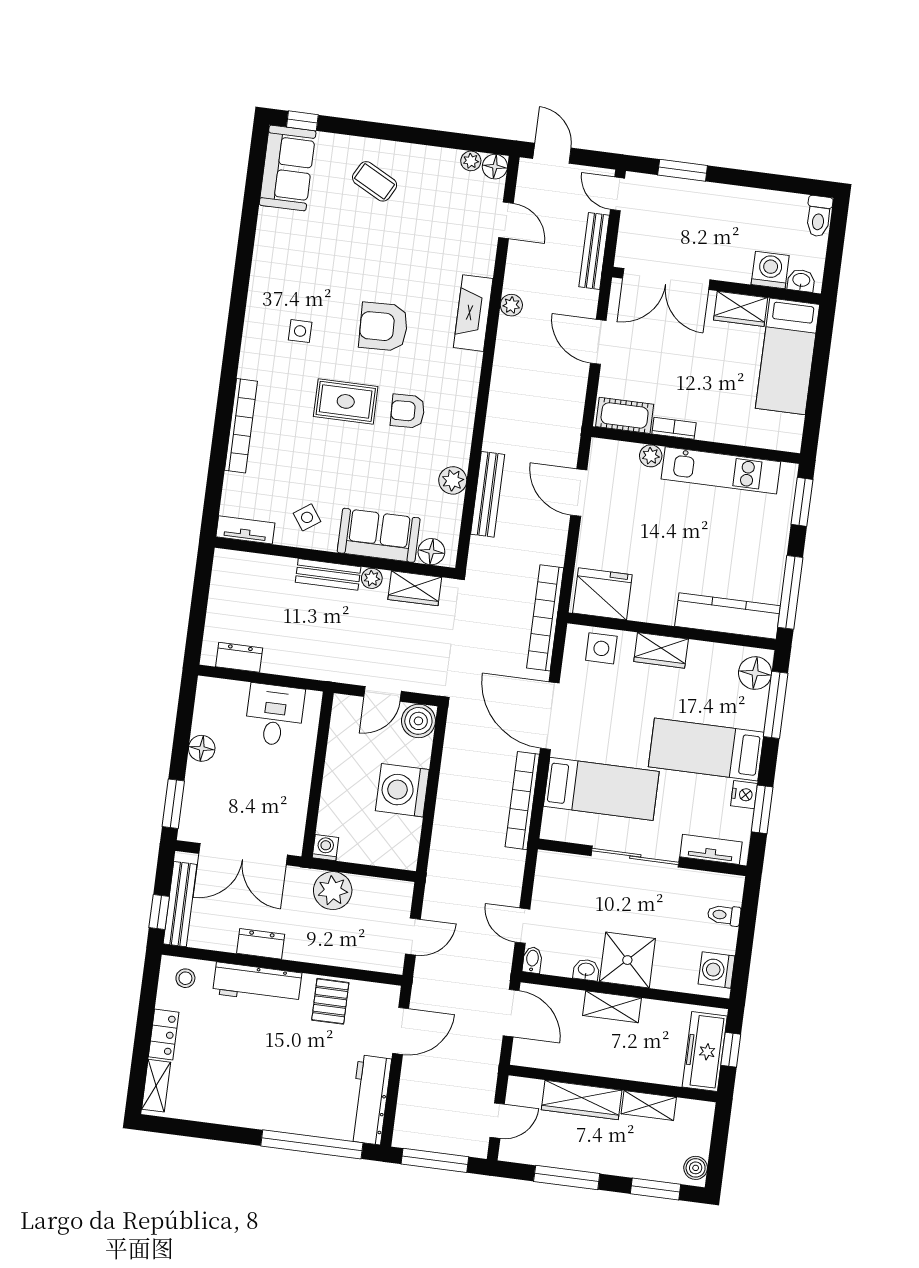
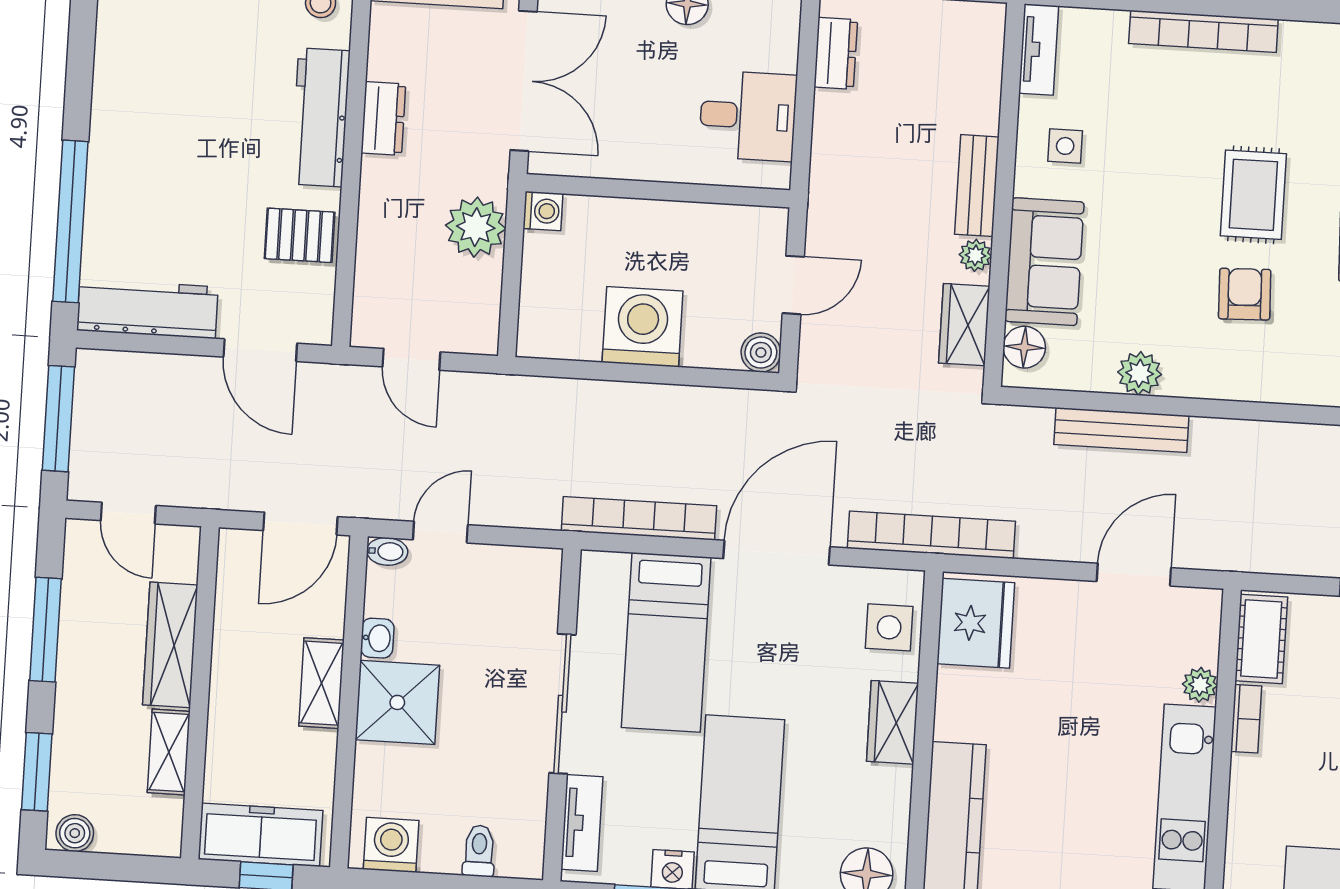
side table: (307, 517) -> (1065, 146), turned 35
door: (383, 694) -> (793, 285), swing flipped
boiler: (418, 721) -> (761, 352), width x0.73, depth x0.73
double door: (243, 854) -> (524, 81), swing flipped

